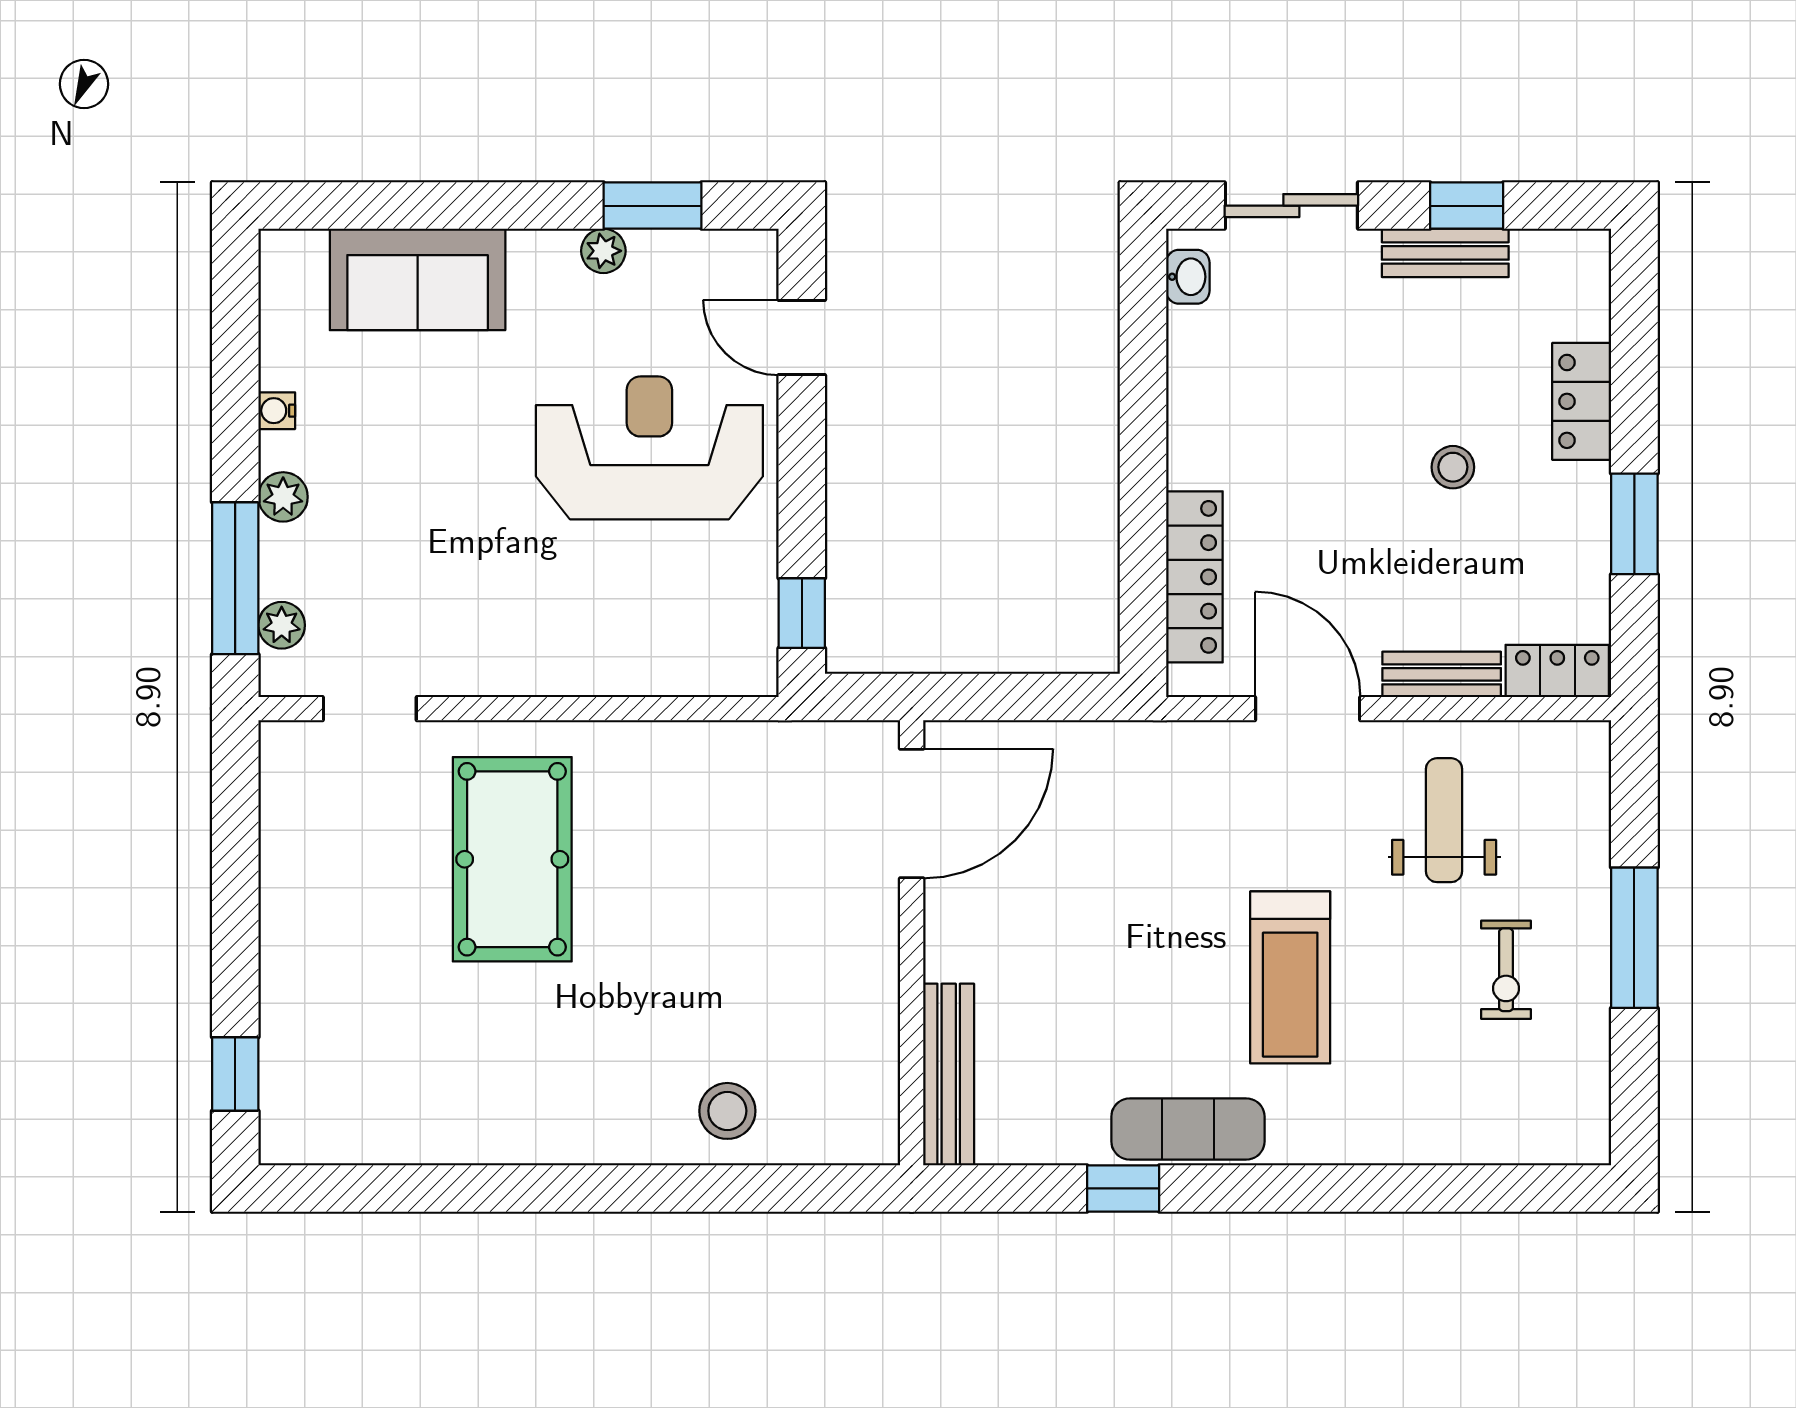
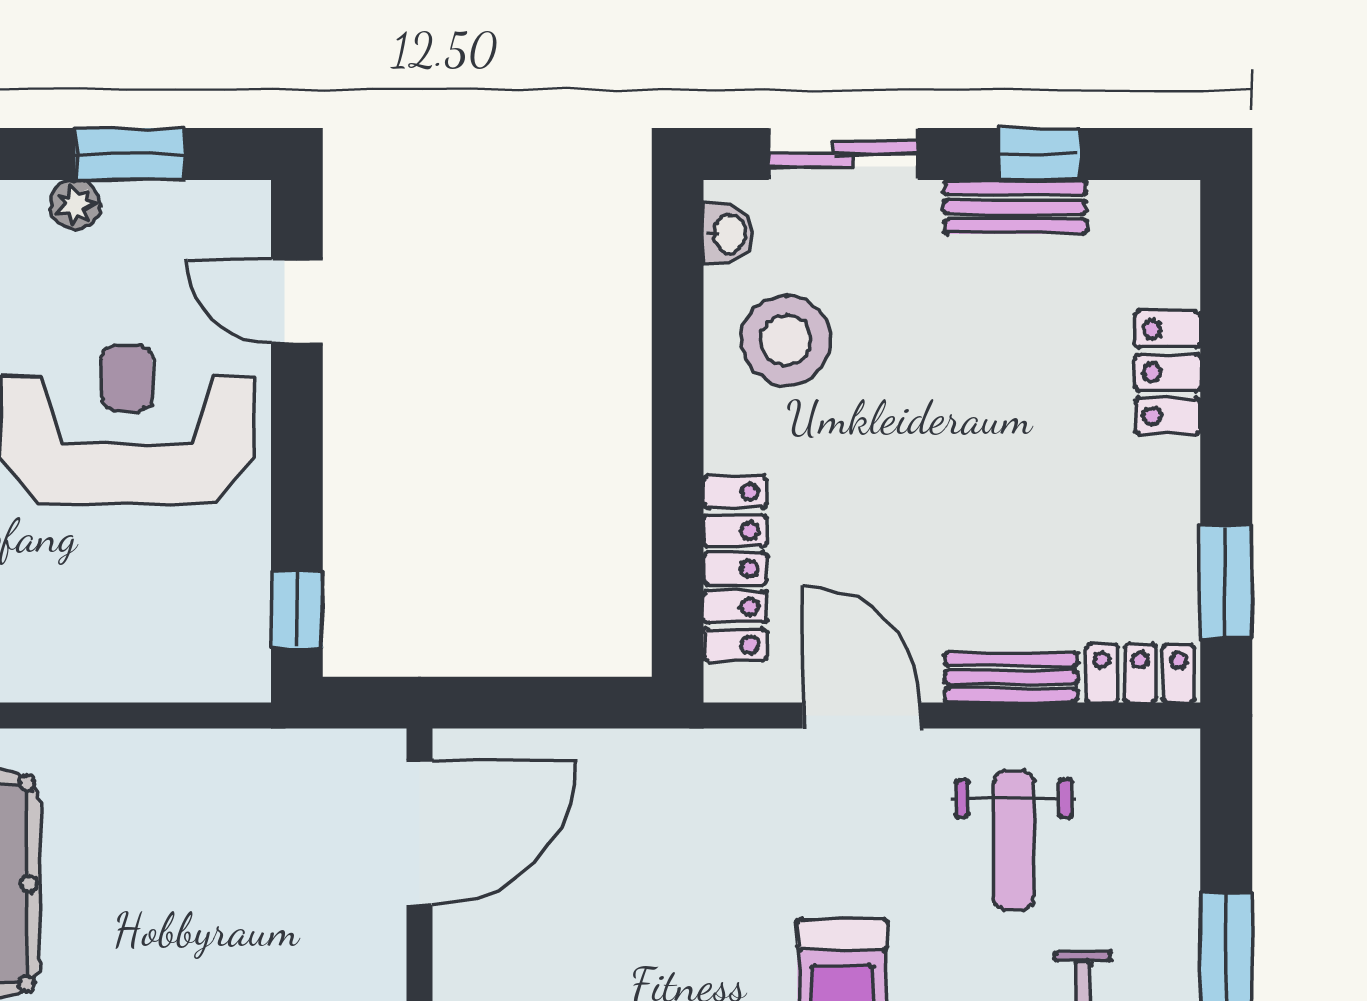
stool: (1453, 467) -> (786, 340), moved, width x1.89, depth x1.89
window: (1634, 524) -> (1226, 582), moved
weight bench: (1444, 820) -> (1014, 840), turned 180

